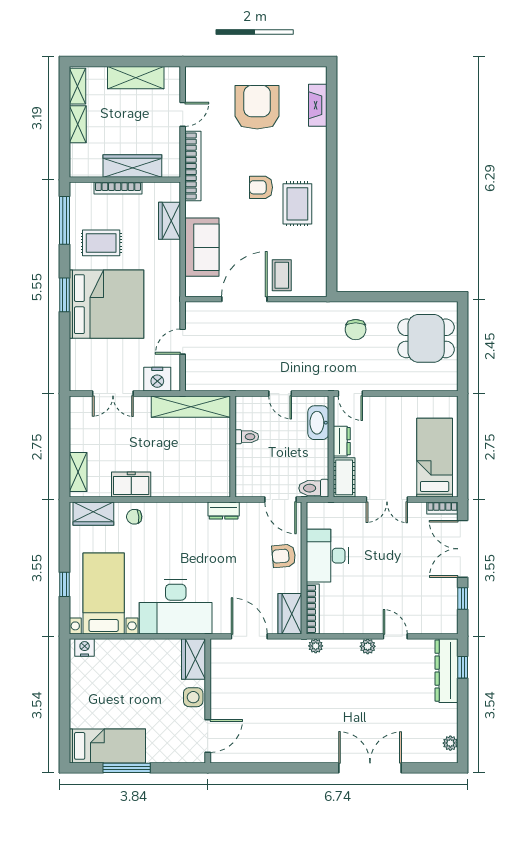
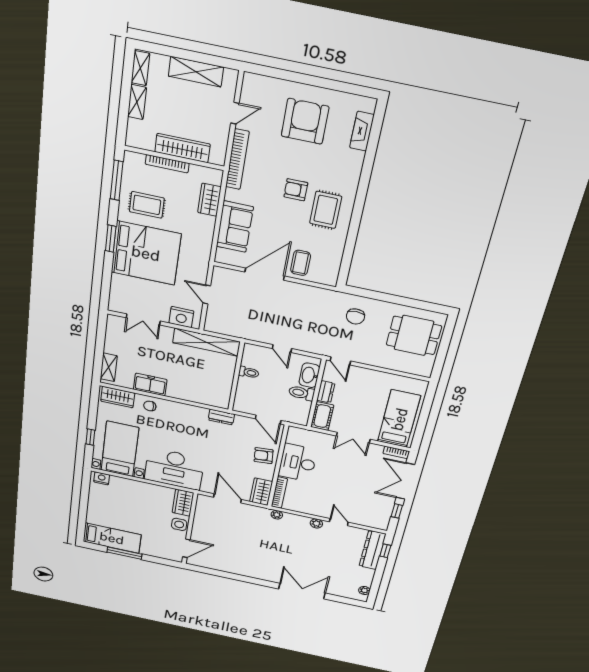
door: (183, 342) -> (207, 294), hinge flipped
toilet: (314, 488) -> (302, 393), moved

